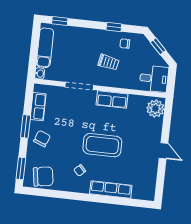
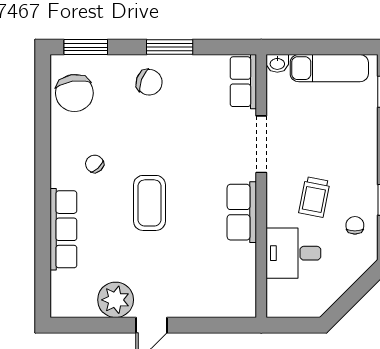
window: (158, 46) -> (357, 291), removed
desk: (154, 79) -> (293, 253), moved, turned 90
row of seats: (38, 107) -> (243, 82), moved, turned 90
plant: (155, 108) -> (116, 300), moved
coffee table: (102, 145) -> (149, 203), width x0.73, depth x0.76

